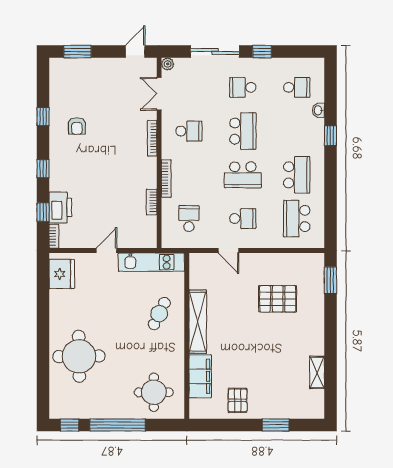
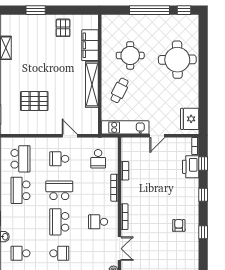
round table: (154, 392) -> (130, 55), moved

